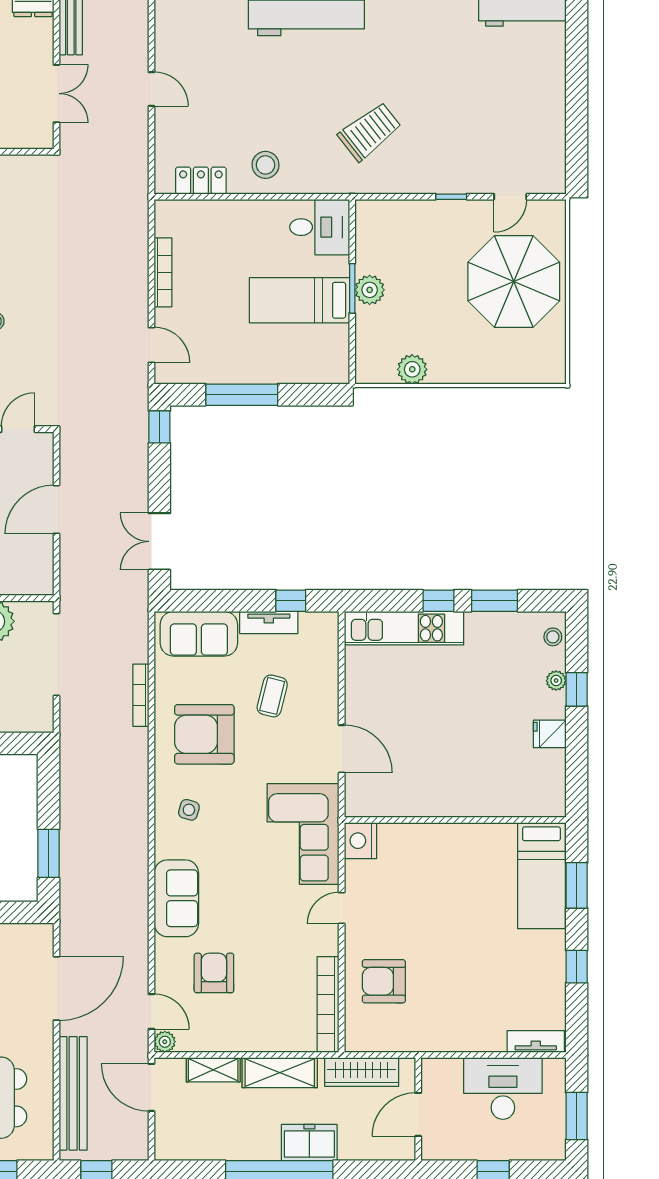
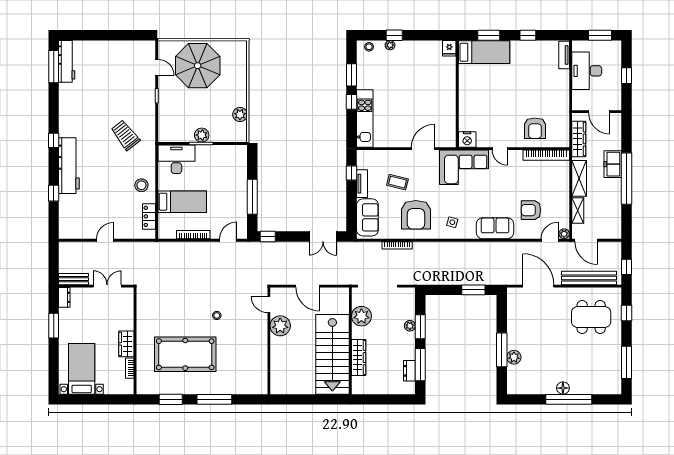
desk: (320, 227) -> (176, 159), width x1.37
bed: (299, 300) -> (182, 202), moved, turned -90
fridge: (550, 734) -> (449, 48), moved
door: (151, 1087) -> (586, 240), hinge flipped

